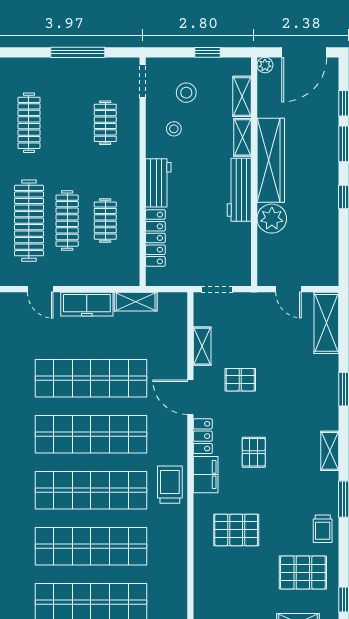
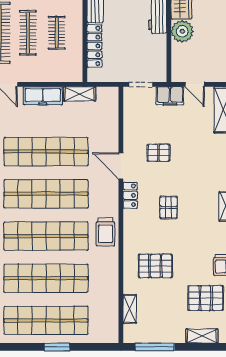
shelving: (202, 346) -> (130, 309), moved
filing cabinet: (206, 475) -> (170, 96), moved, turned 90
trolley: (170, 485) -> (105, 232), turned 180

